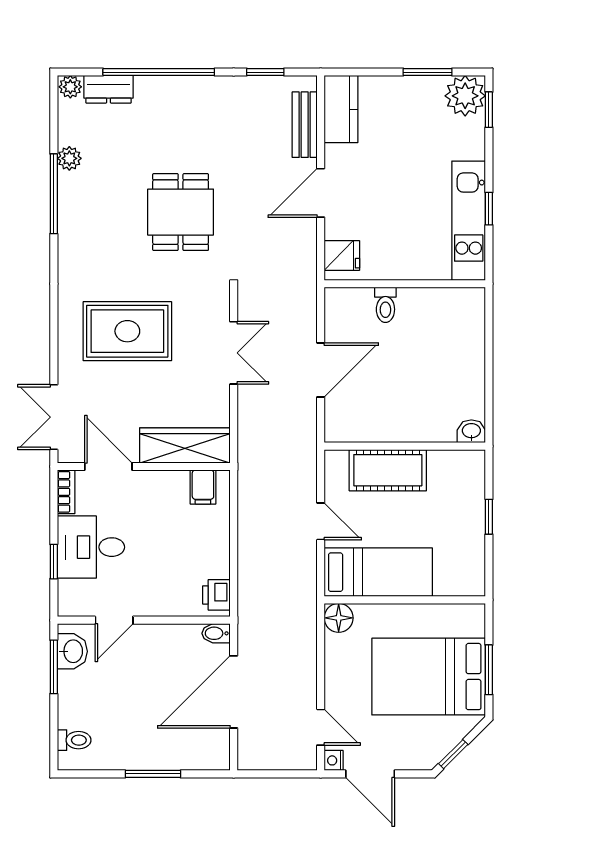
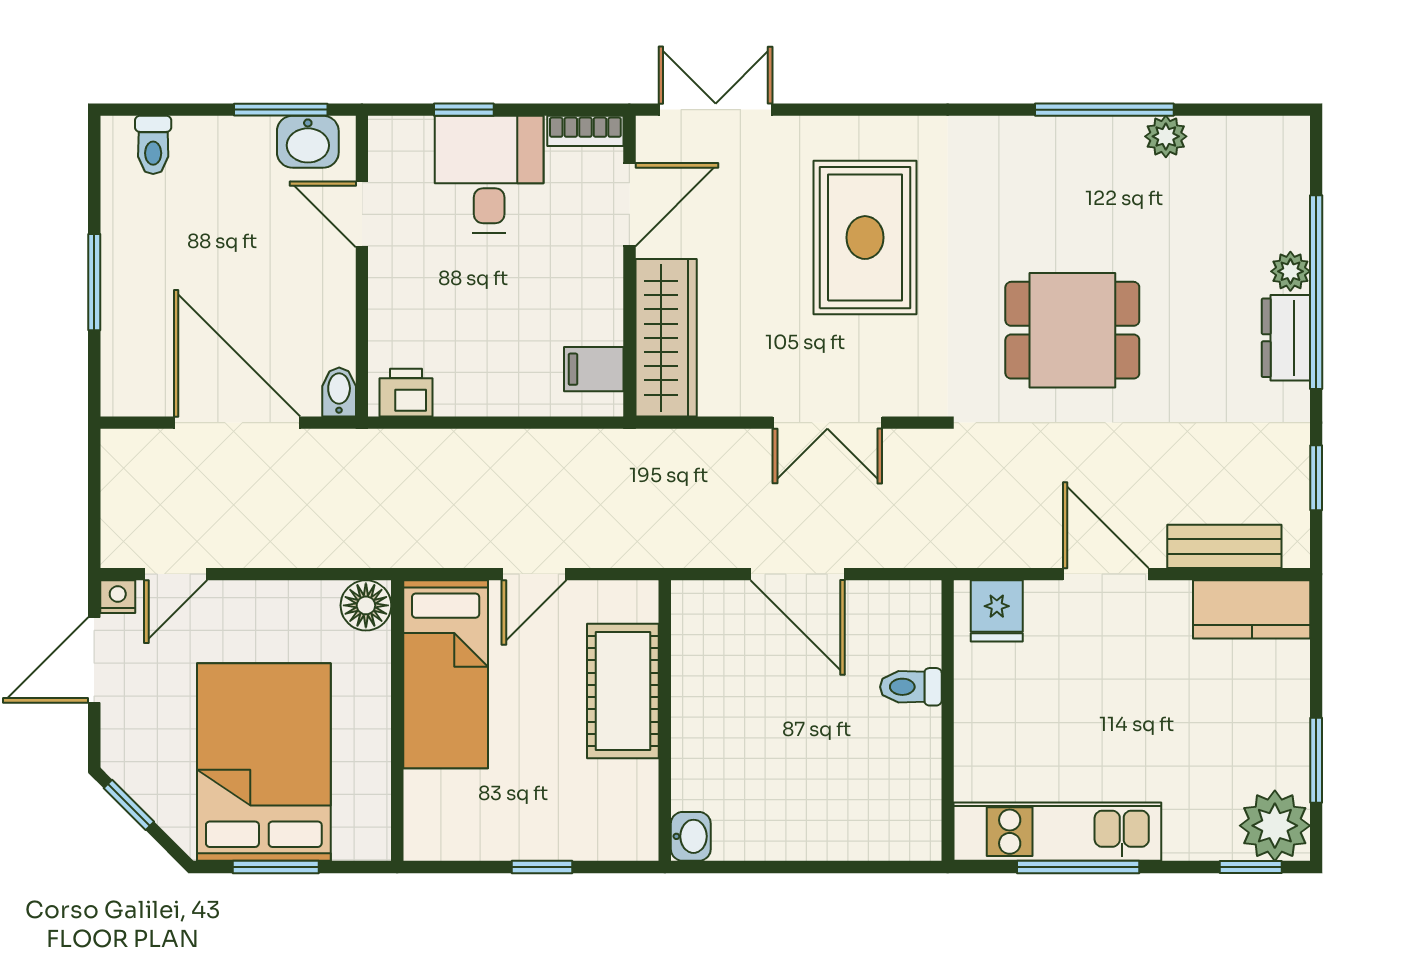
plant: (70, 87) -> (1290, 271), moved
dresser: (108, 89) -> (1286, 338), moved
window: (489, 209) -> (1078, 867), width x2.17

